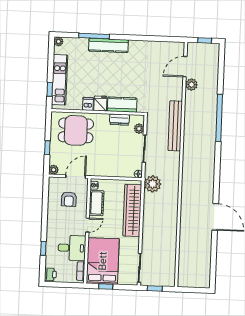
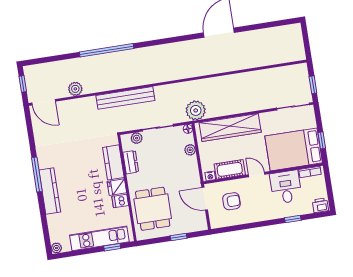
window: (94, 36) -> (37, 174), moved
door: (185, 67) -> (44, 102), moved
plant: (54, 170) -> (190, 150), moved

